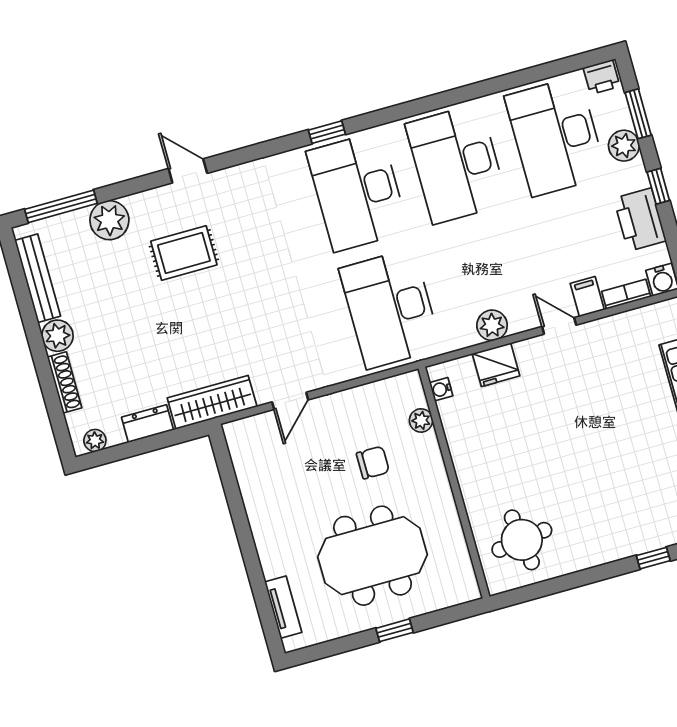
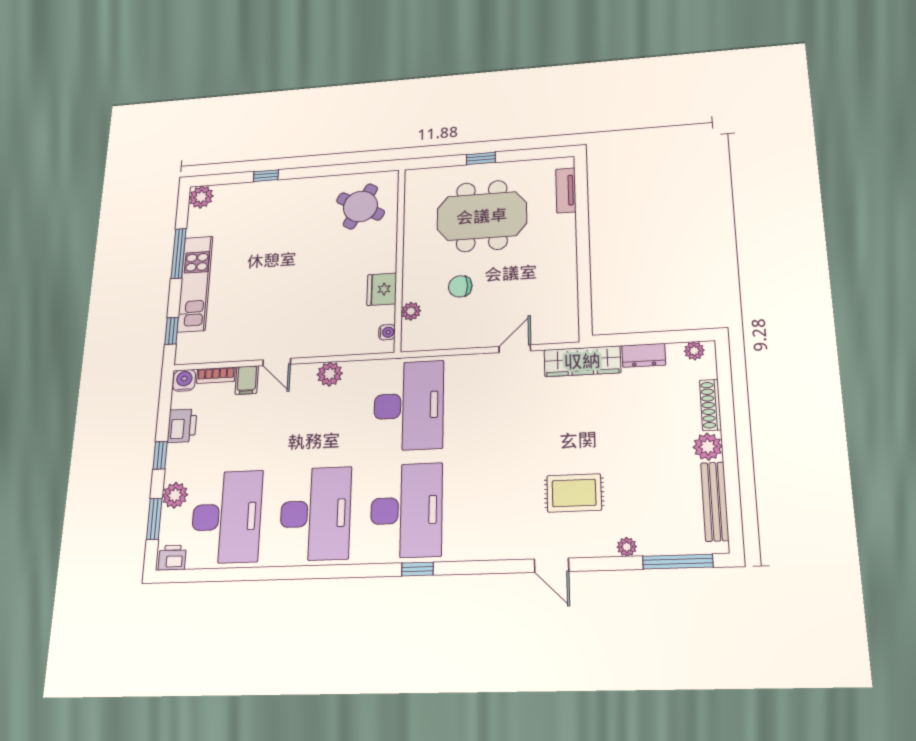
plant: (109, 220) -> (627, 547), width x0.53, depth x0.53
printer: (640, 220) -> (182, 426), width x0.73, depth x0.84
fridge: (496, 365) -> (382, 289), moved, turned -90
round table: (522, 540) -> (360, 206), turned 37

